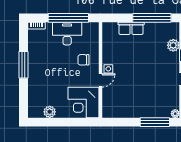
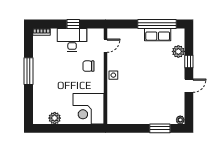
window: (68, 18) -> (73, 24), width x0.32
row of seats: (131, 28) -> (158, 35), moved
door: (100, 80) -> (105, 46), moved
window: (155, 122) -> (160, 128), width x0.69

